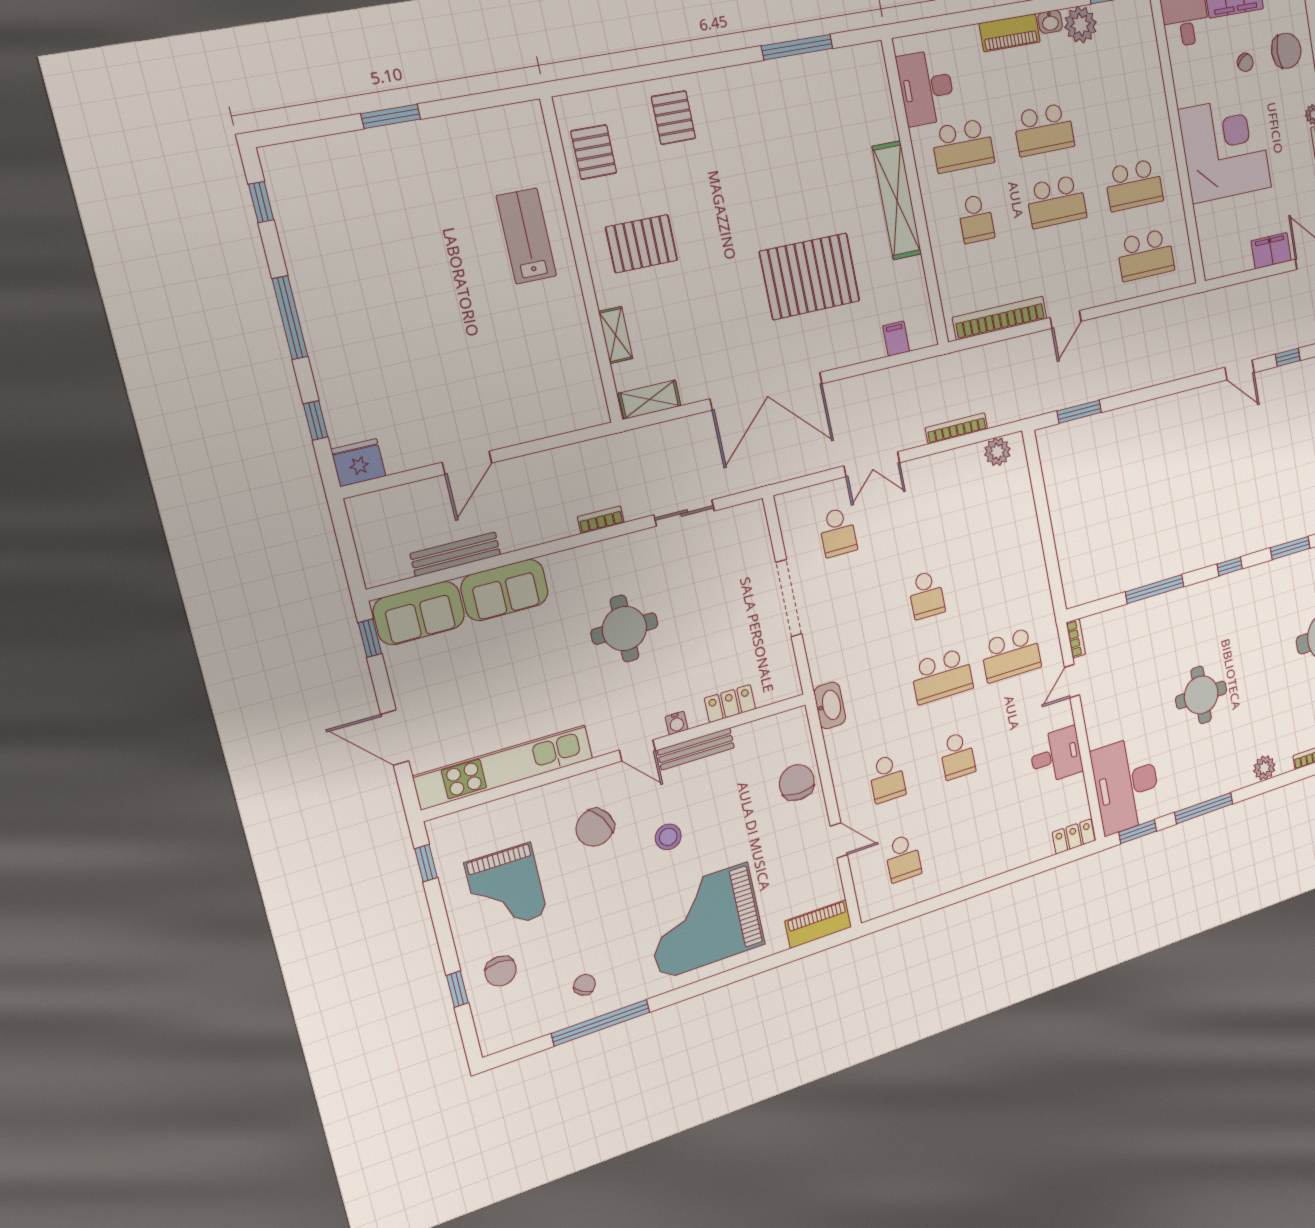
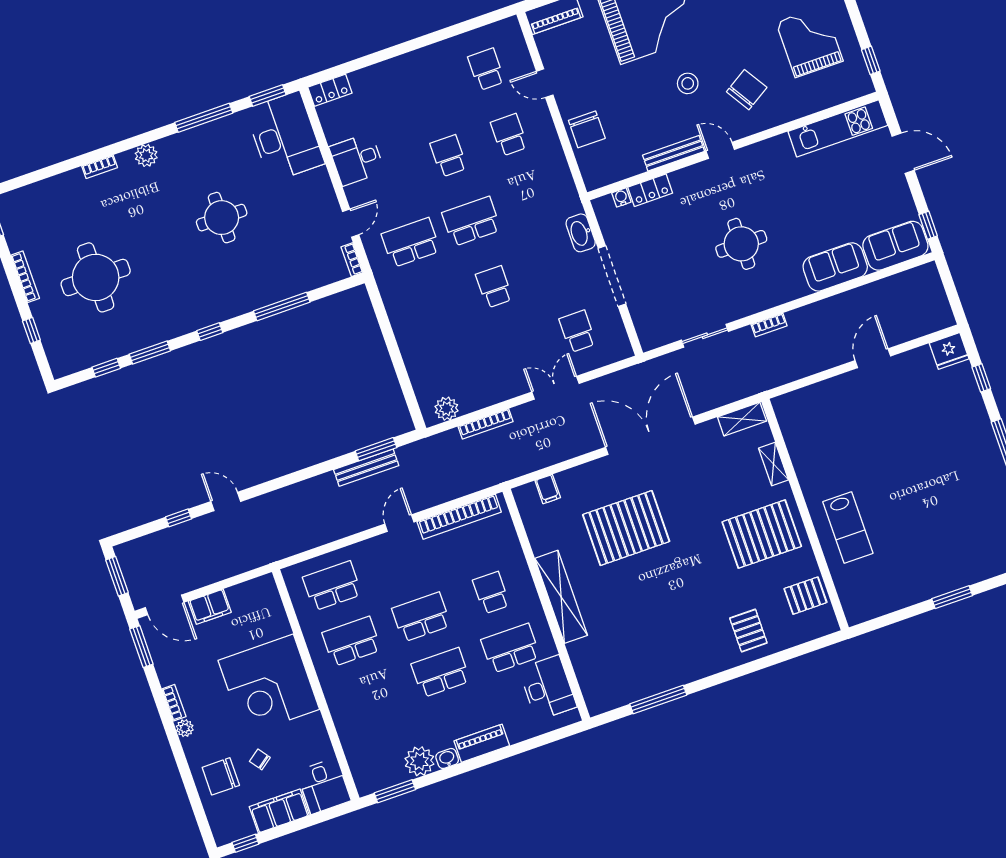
pallet: (594, 152) -> (805, 596), turned 90
pallet: (642, 244) -> (762, 534), width x1.37, depth x1.41
bench: (456, 554) -> (366, 468), moved
washbasin: (830, 705) -> (581, 233), moved
water cooler: (677, 723) -> (621, 197), moved
kitchen unit: (504, 767) -> (838, 128), width x0.73

